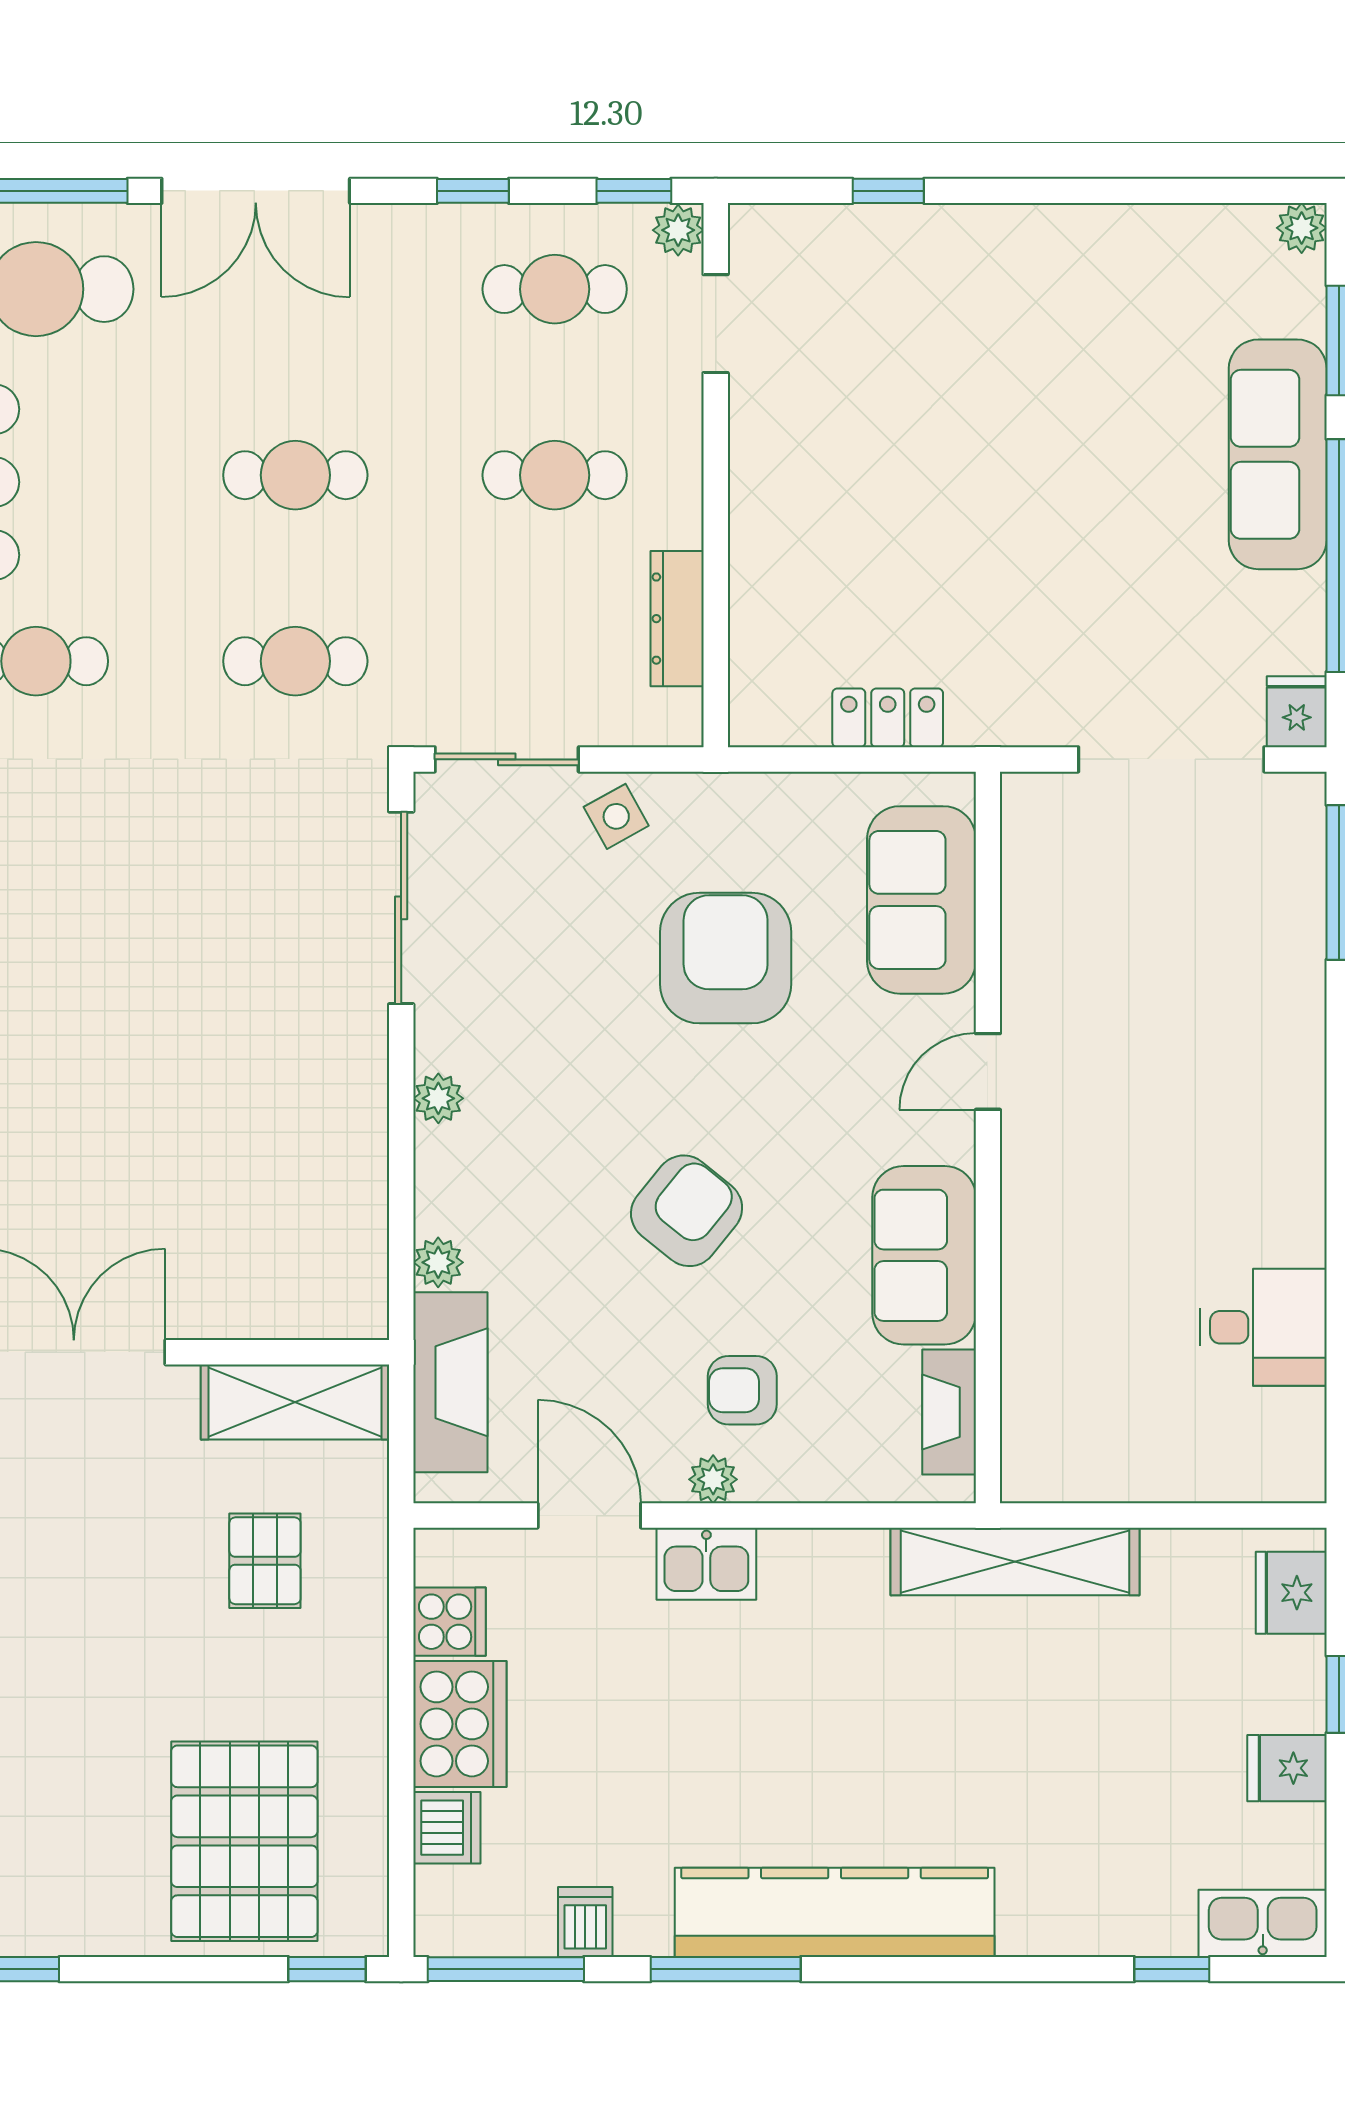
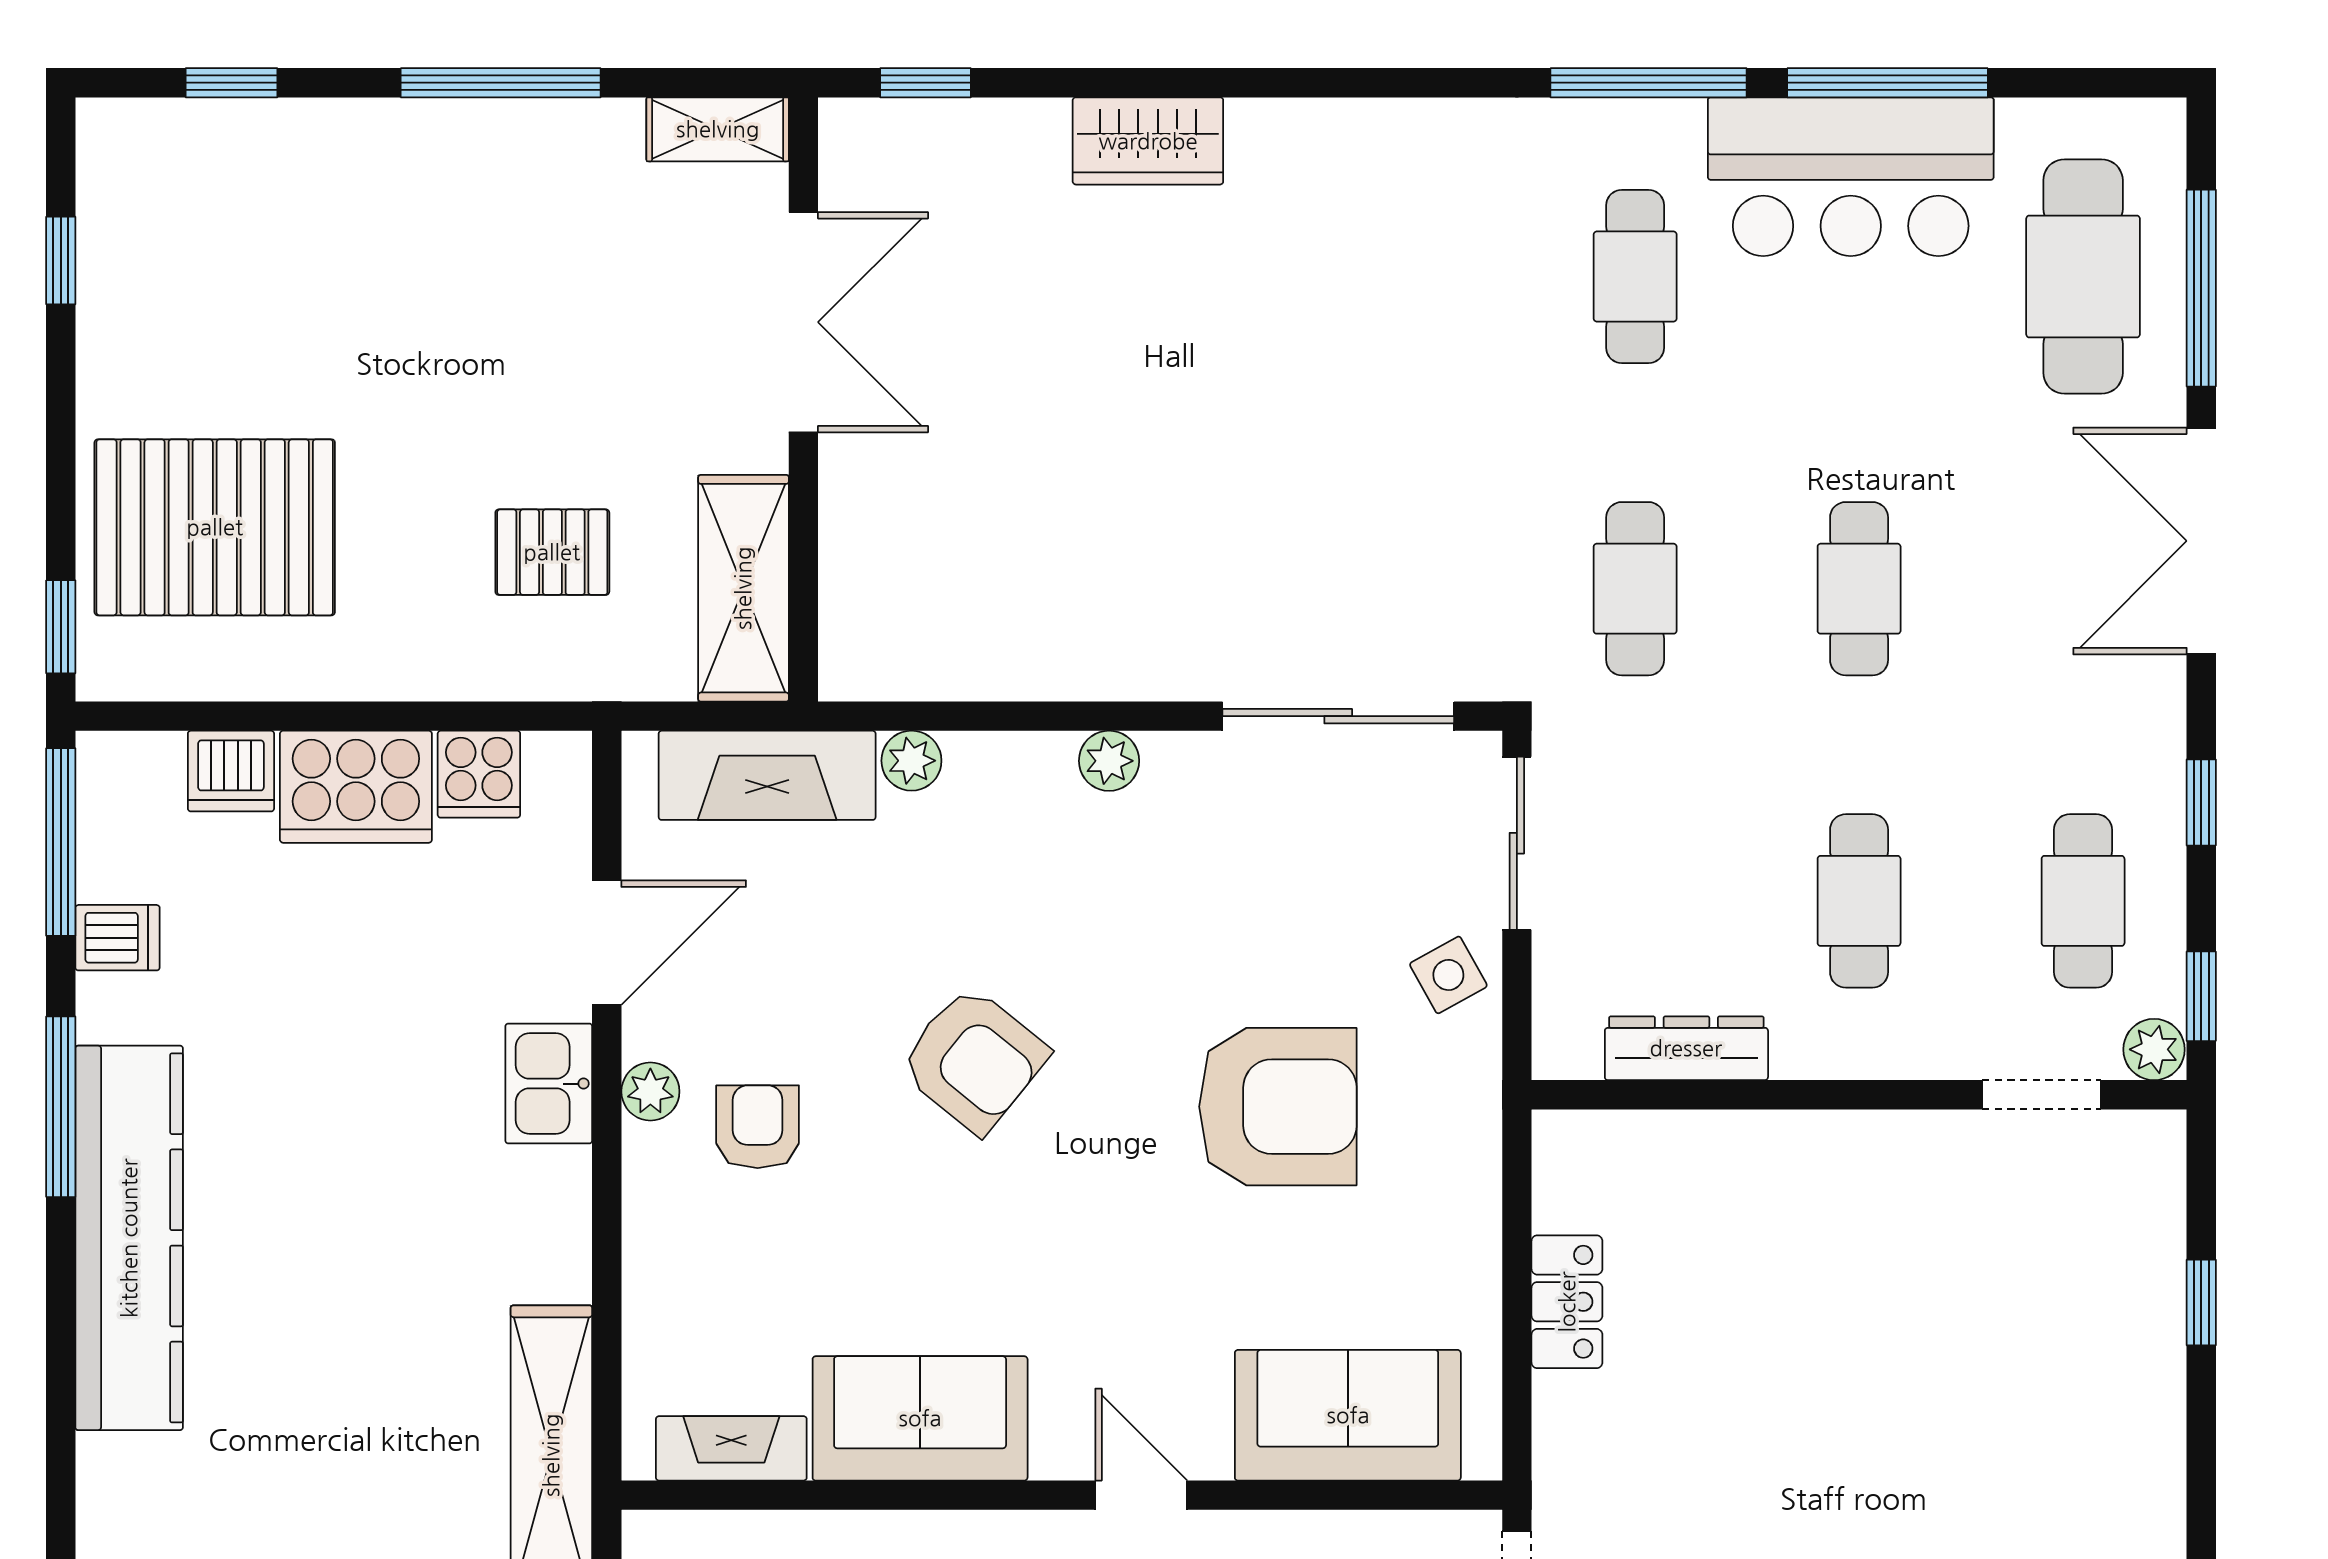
sofa: (922, 900) -> (1348, 1415), moved
door: (988, 1071) -> (1141, 1495), moved
wall: (988, 1137) -> (1062, 1495), moved
sofa: (924, 1255) -> (920, 1418), moved
fireplace: (949, 1412) -> (731, 1448), moved

